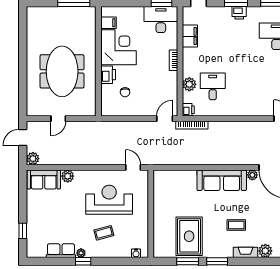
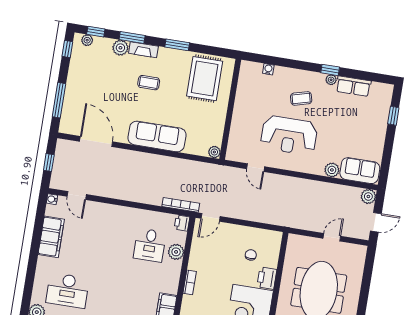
plant: (252, 175) -> (214, 152), moved
wall: (151, 214) -> (230, 109), moved
window: (188, 261) -> (132, 38), moved

